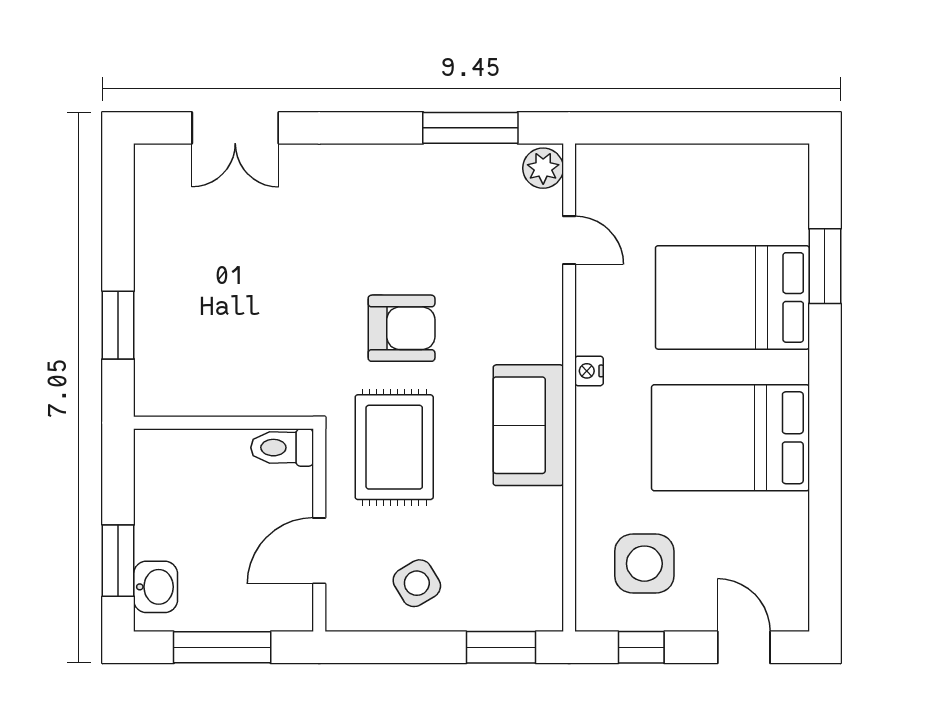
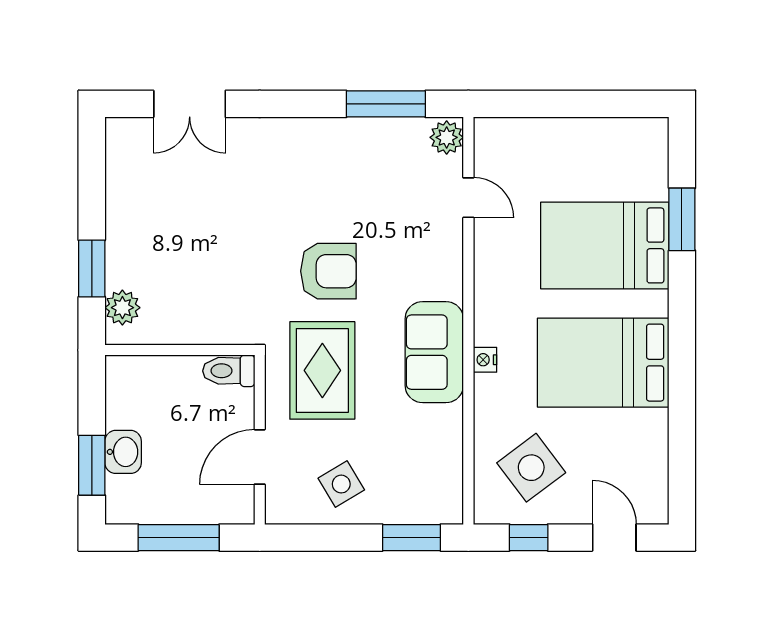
nightstand: (589, 371) -> (485, 360), moved
plant: (155, 372) -> (122, 308), added
side table: (644, 564) -> (531, 468), turned -37
washbasin: (156, 587) -> (123, 452), moved

